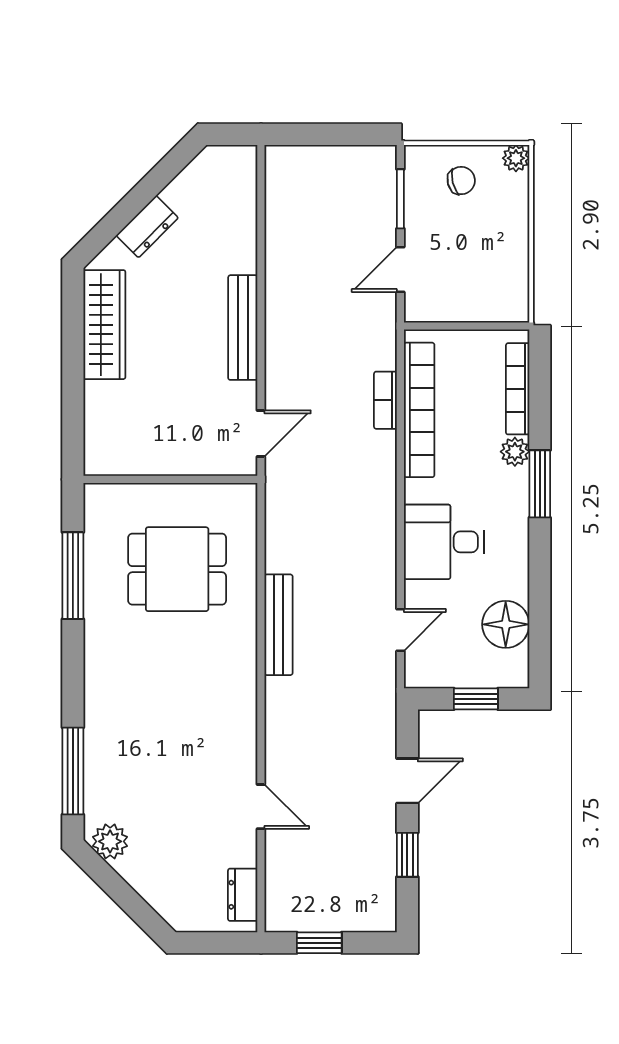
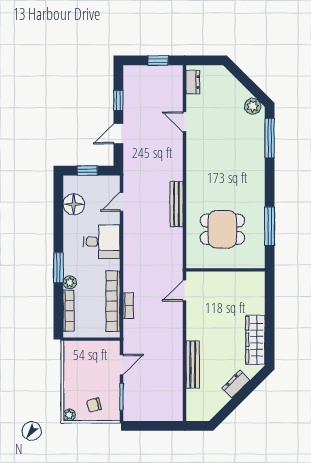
bench: (243, 328) -> (193, 365), moved

